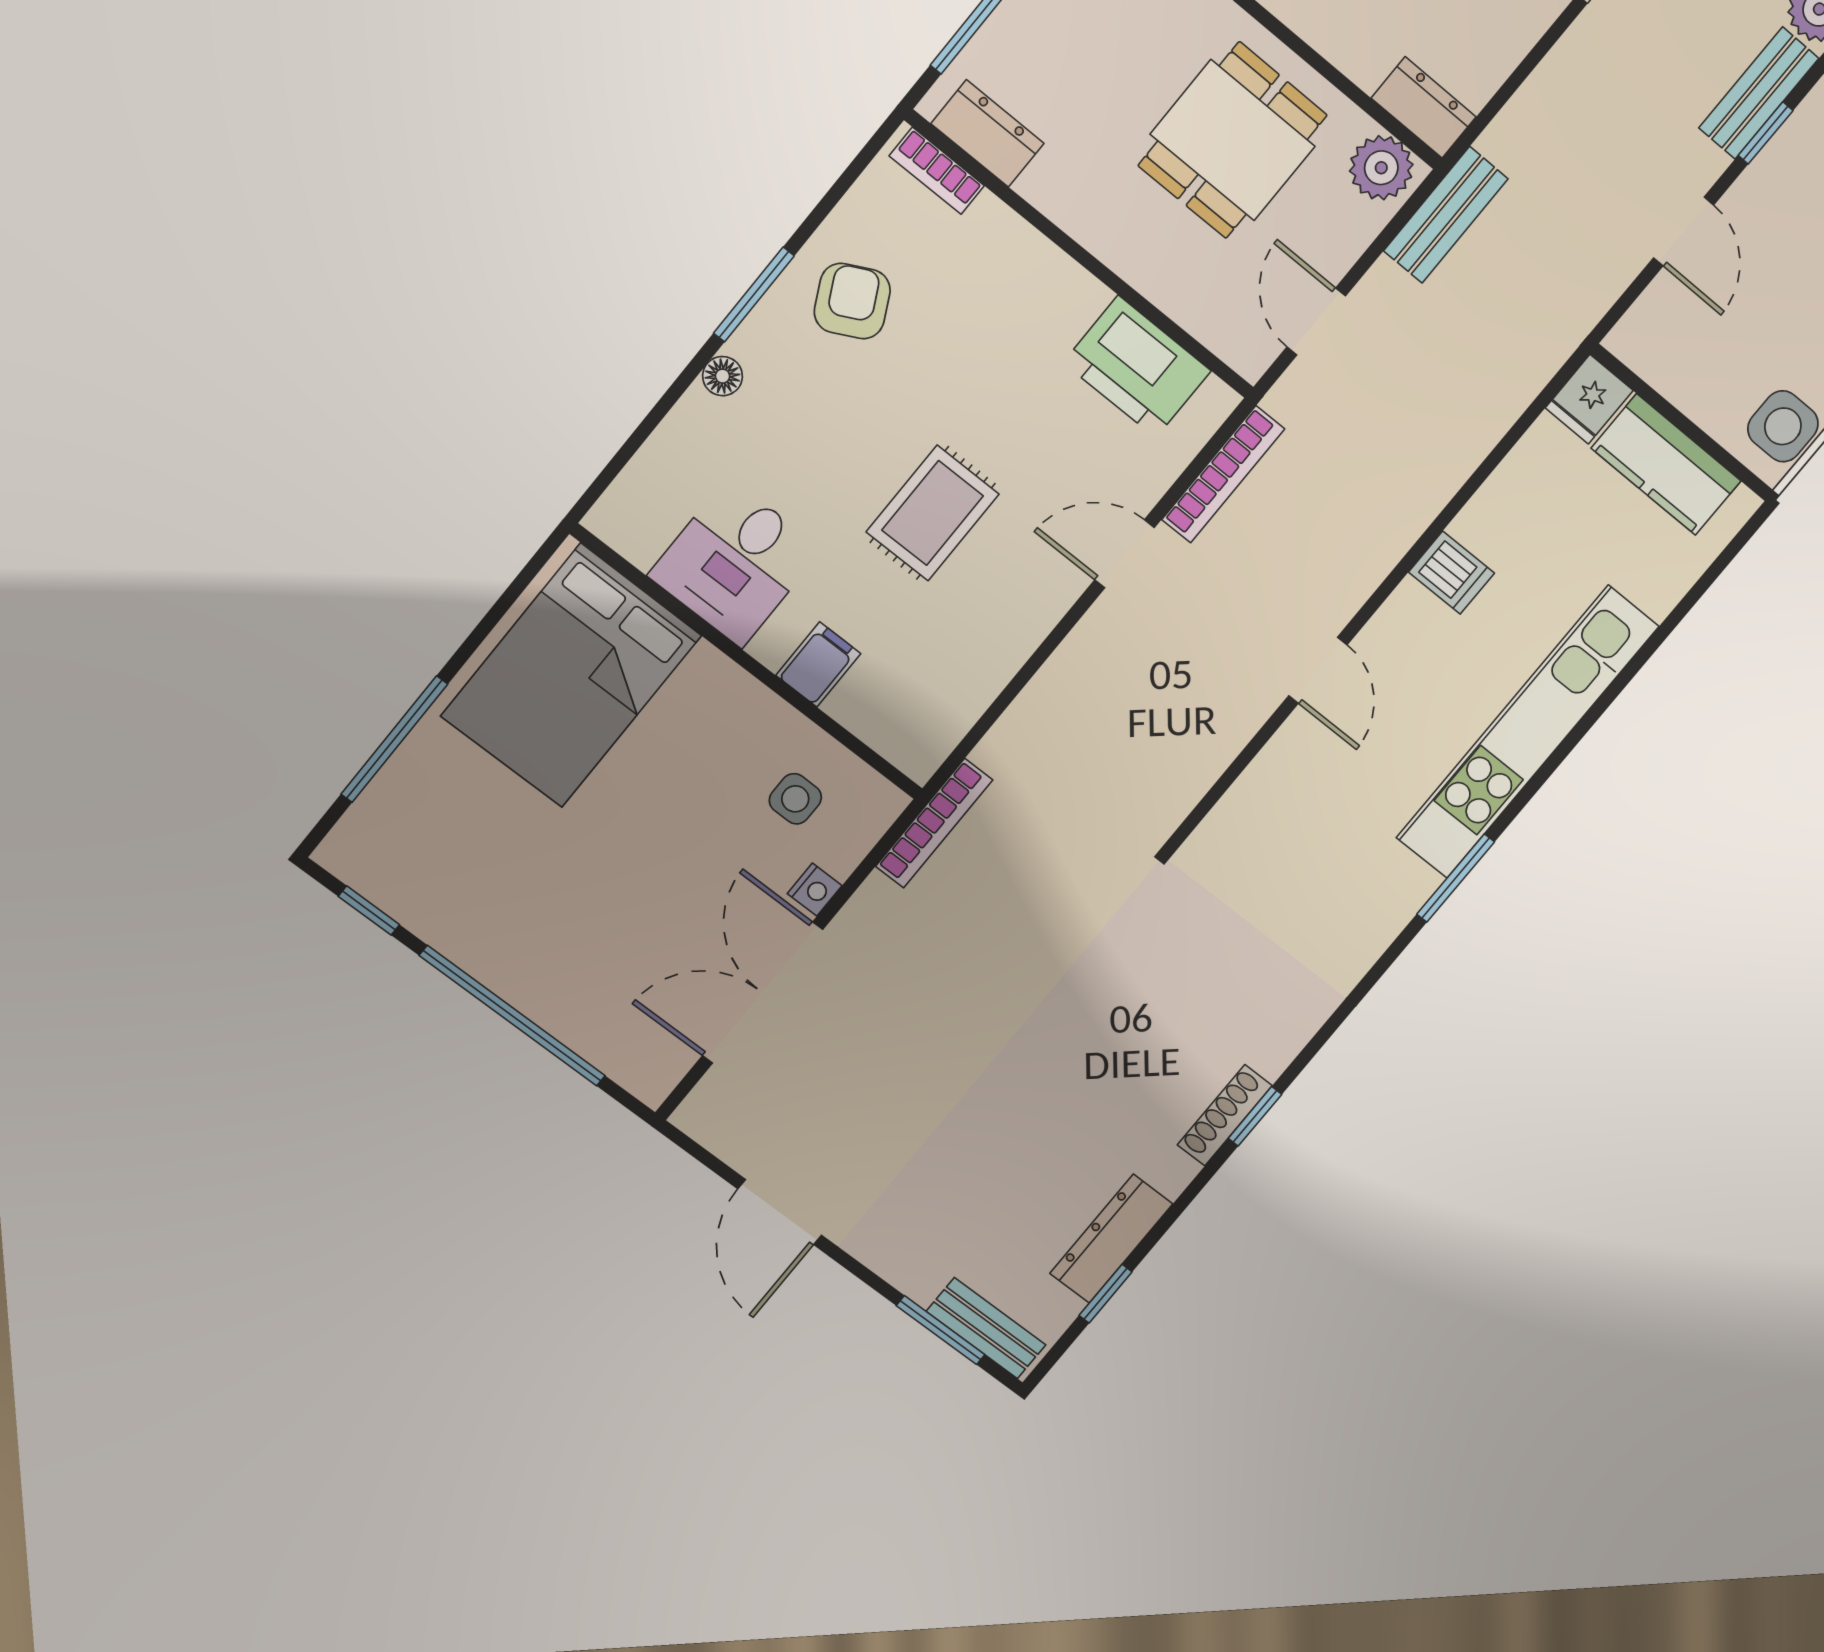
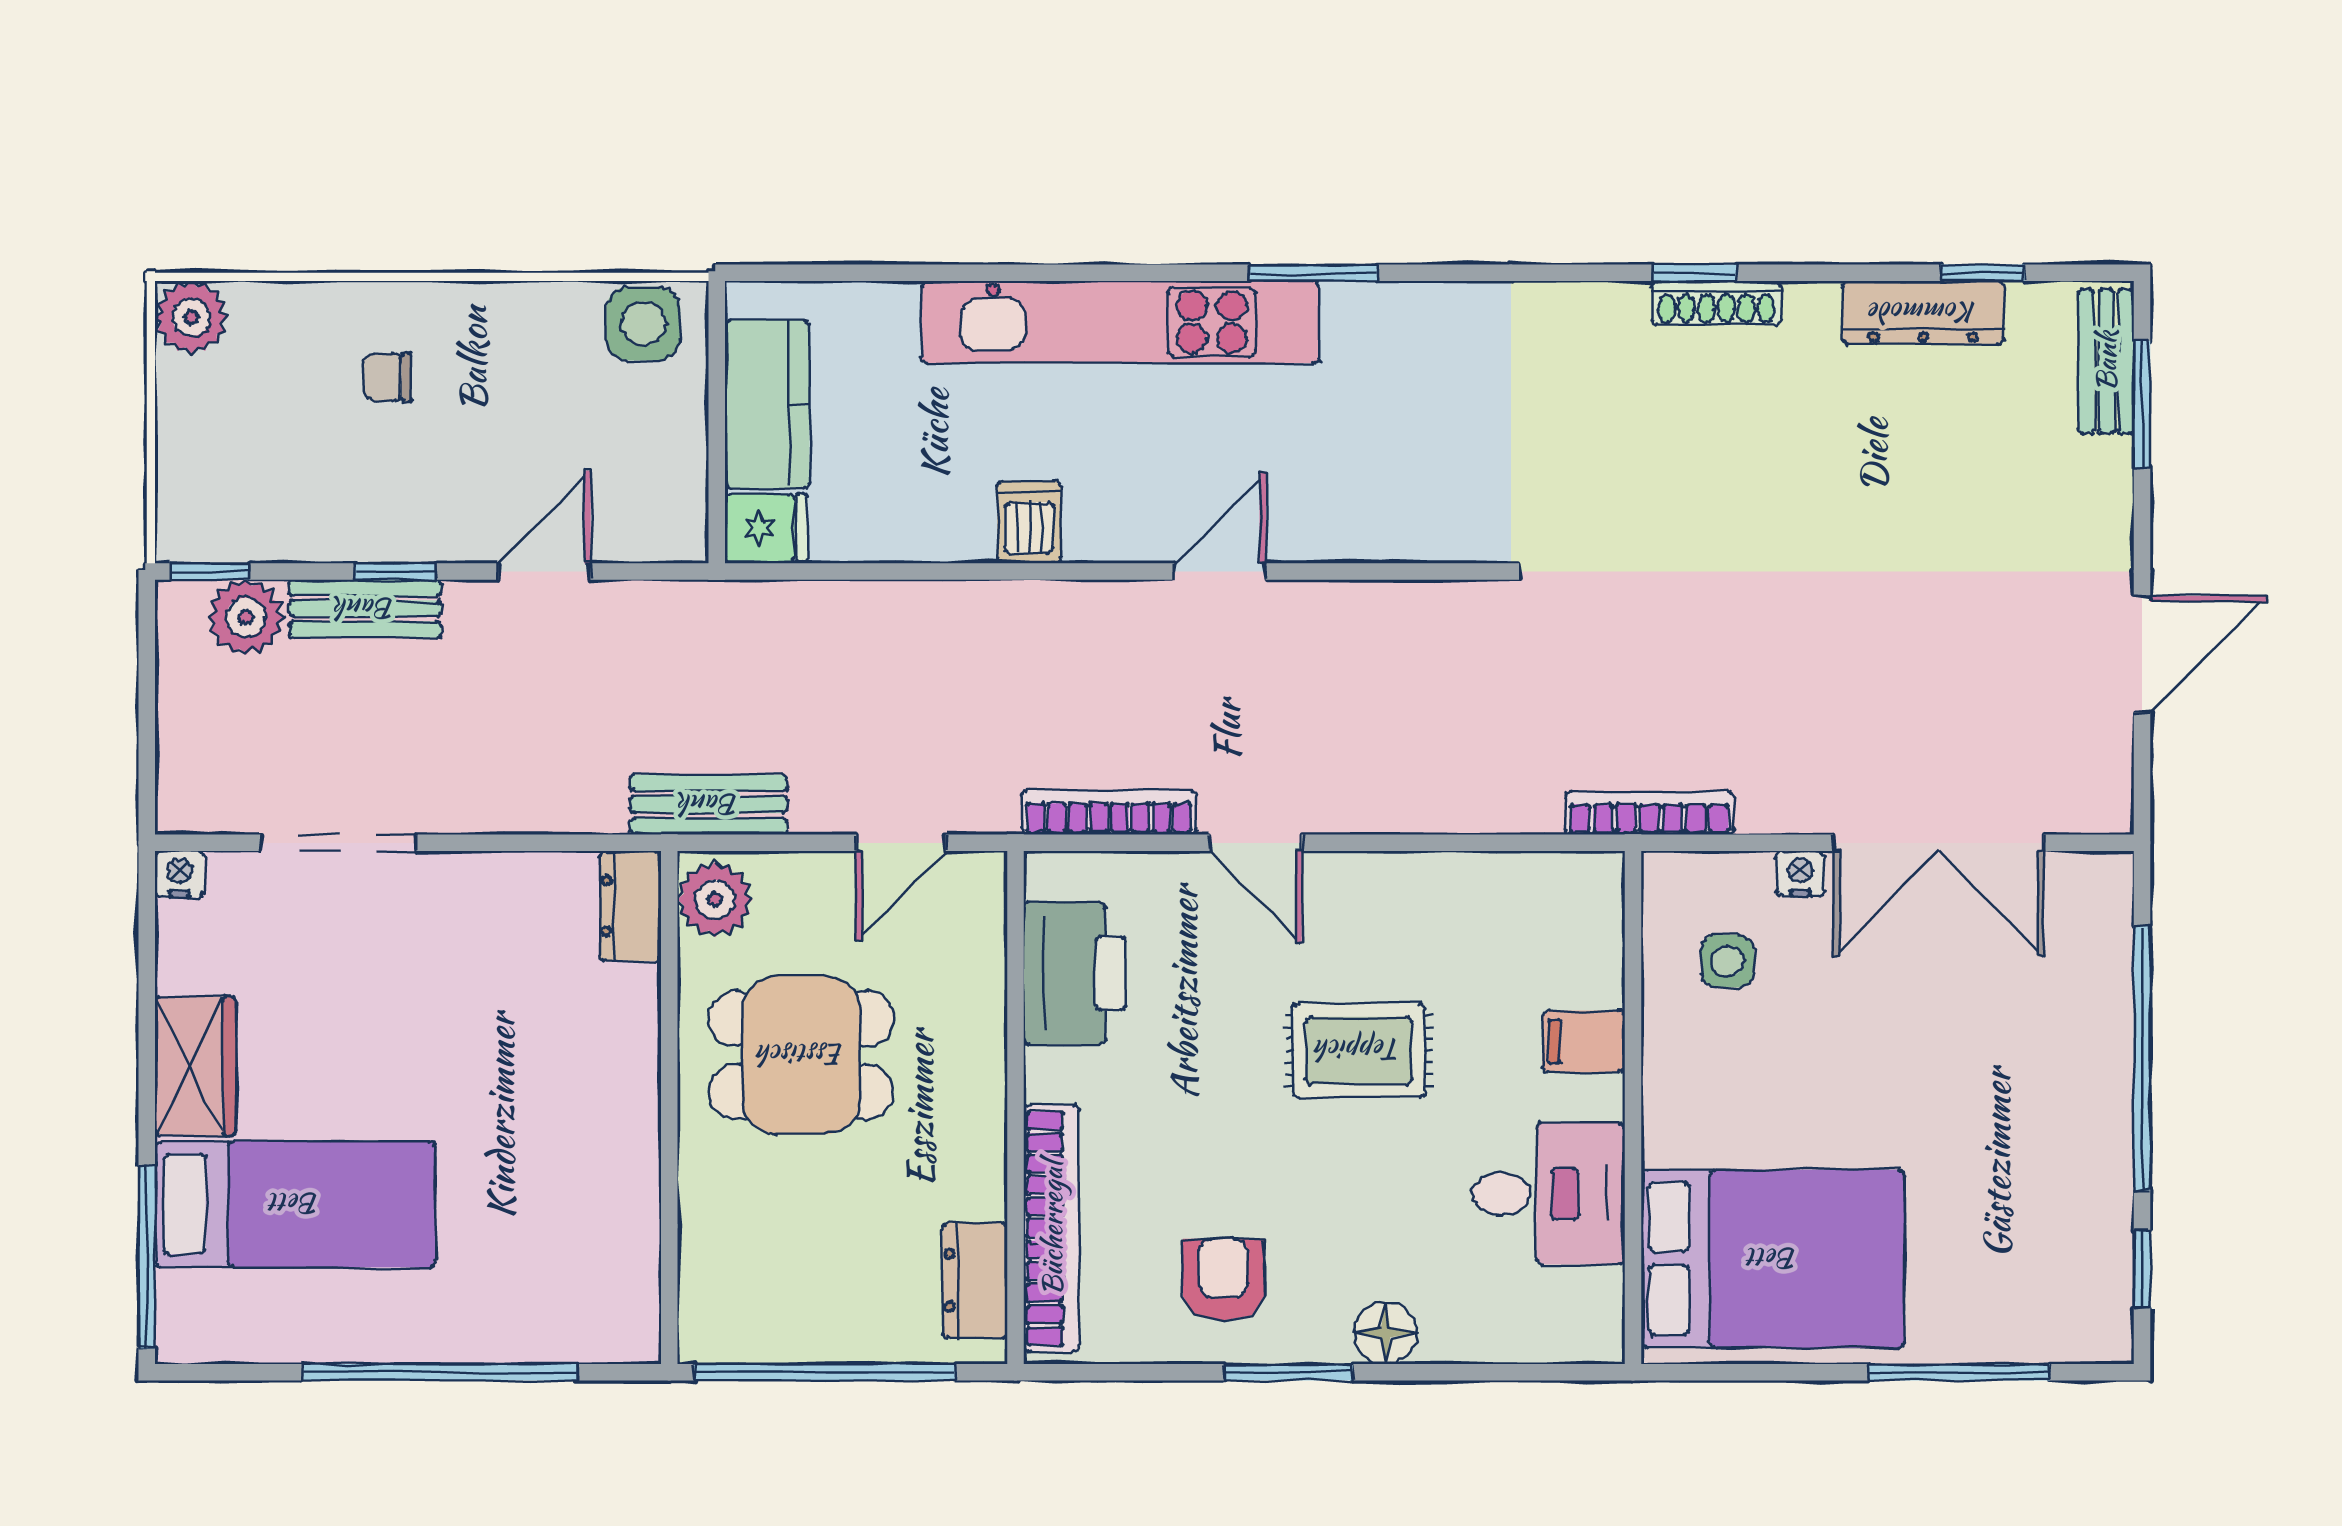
bookcase: (937, 171) -> (1052, 1228), width x2.31, depth x1.31
armchair: (852, 301) -> (1223, 1280), turned 117
floor lamp: (723, 376) -> (1386, 1333), width x1.37, depth x1.37

